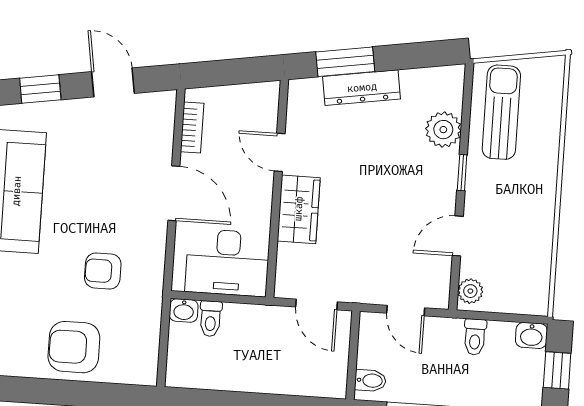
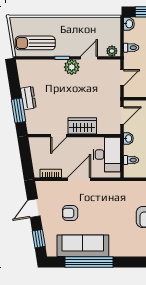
dresser: (362, 88) -> (28, 98), width x0.70
plant: (443, 130) -> (72, 67), moved
door: (458, 236) -> (89, 58), swing flipped
armchair: (103, 271) -> (70, 213), moved, turned 90
washbasin: (184, 310) -> (128, 138), moved

